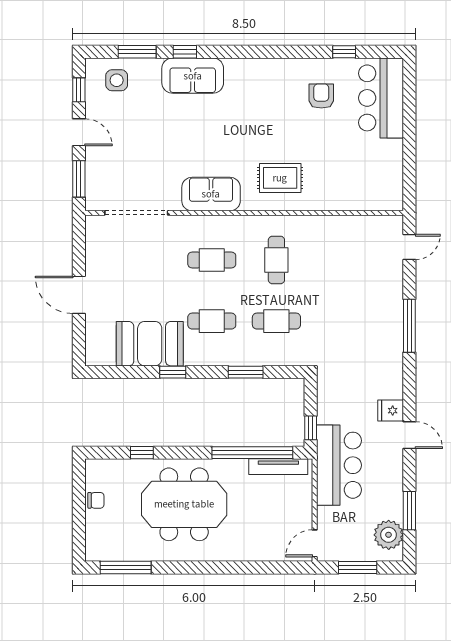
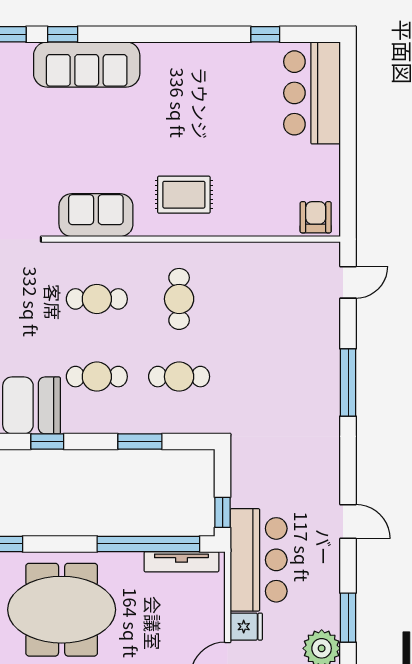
sofa: (193, 76) -> (87, 64), width x1.36
armchair: (321, 96) -> (316, 217), moved
fridge: (391, 411) -> (246, 627), moved, turned 180

